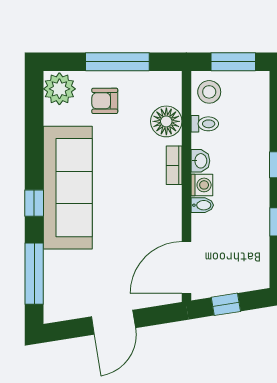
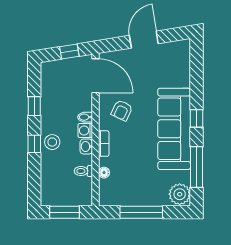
stool: (209, 92) -> (52, 142), moved
armchair: (105, 101) -> (122, 110), moved, turned 115
floor lamp: (166, 121) -> (104, 173), width x0.53, depth x0.53
door: (186, 268) -> (95, 76), hinge flipped
window: (34, 274) -> (196, 167), moved

